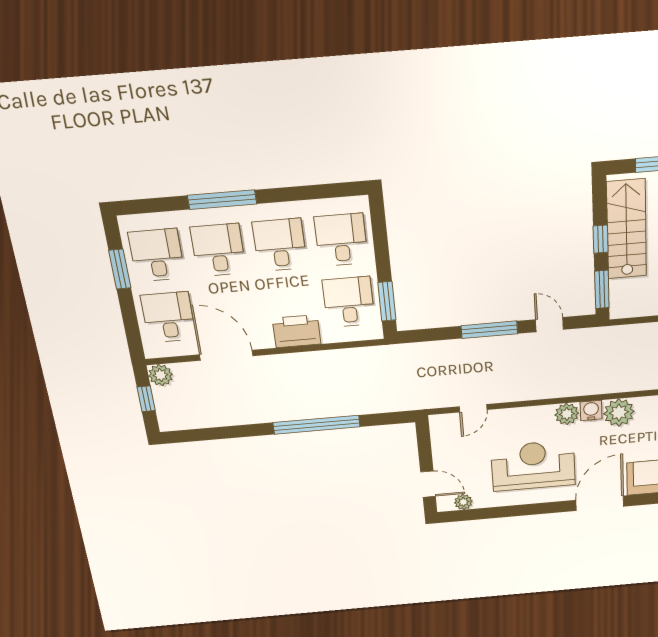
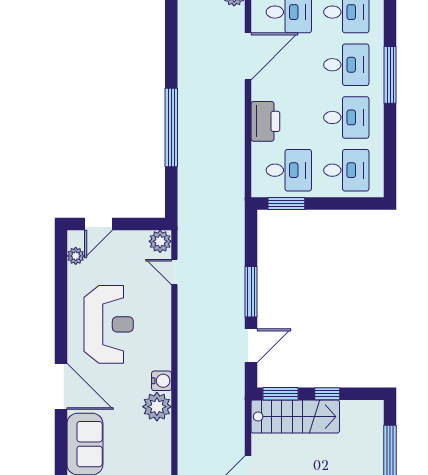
stairs: (627, 229) -> (295, 417), moved
door: (549, 325) -> (251, 346), width x1.37
plant: (567, 414) -> (160, 241), moved

